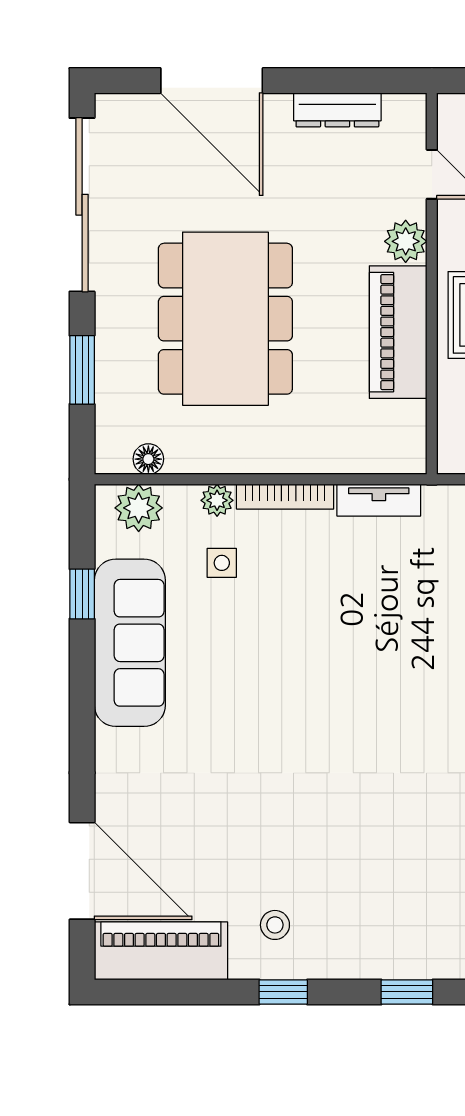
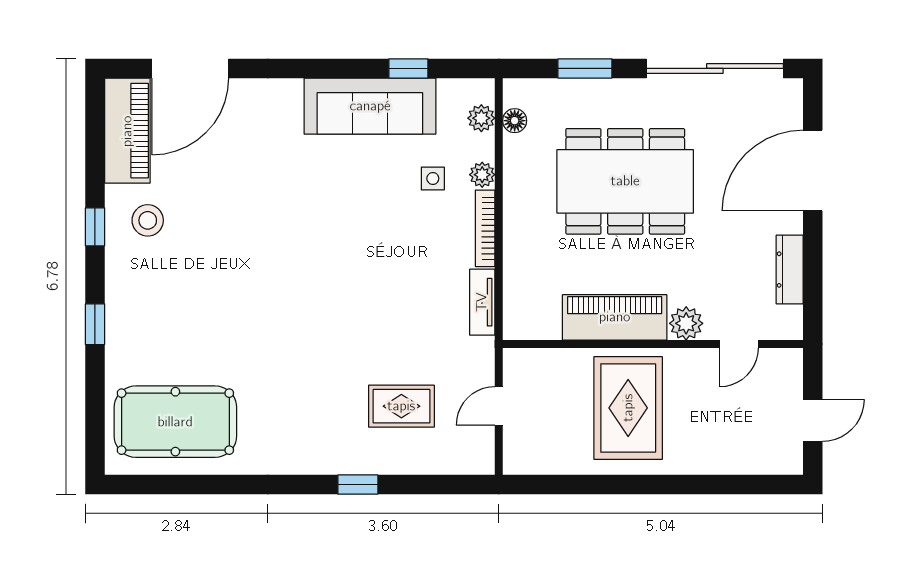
plant: (139, 508) -> (481, 118), width x0.73, depth x0.73
stool: (275, 925) -> (148, 220), width x1.37, depth x1.37

